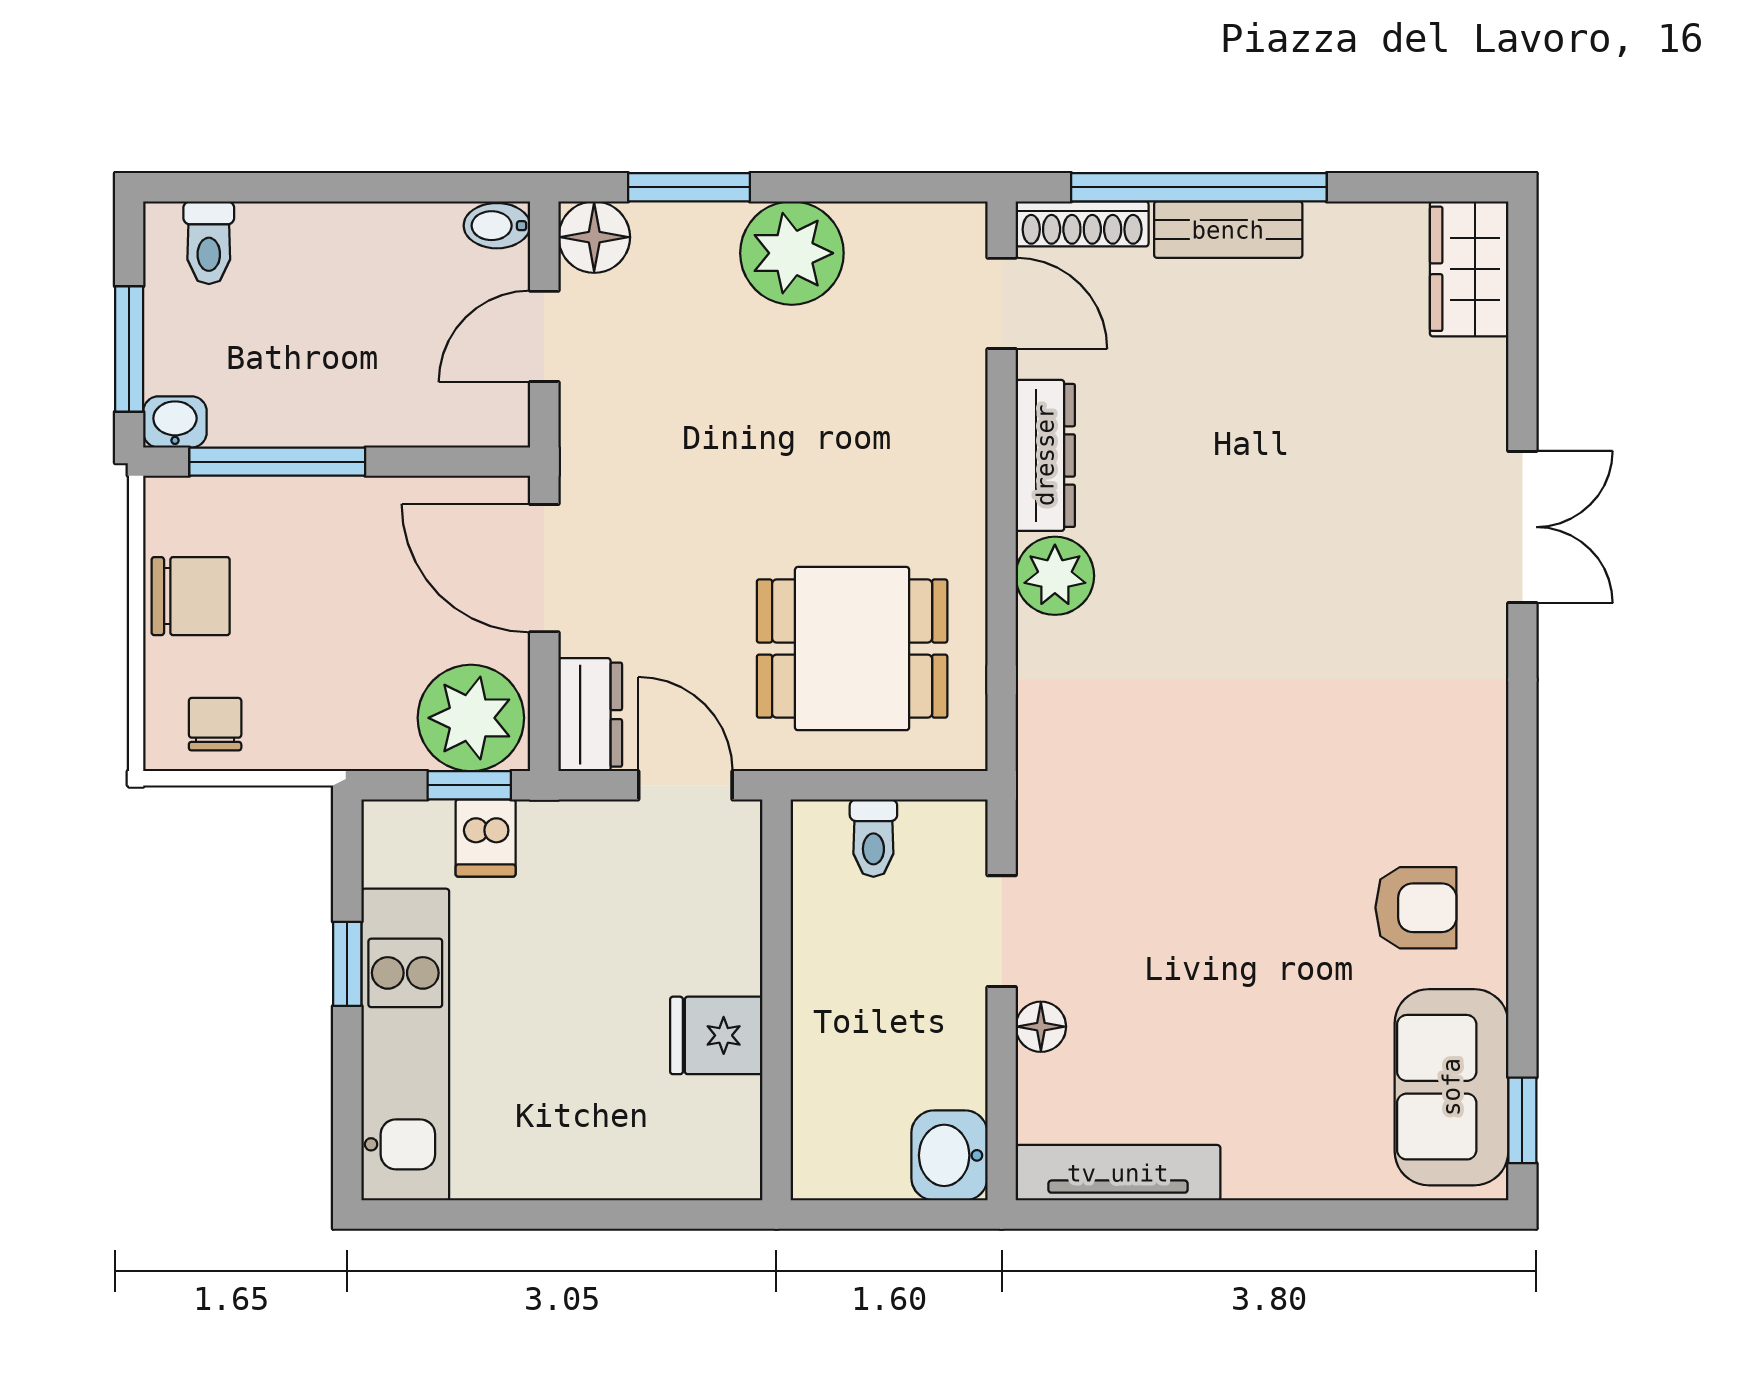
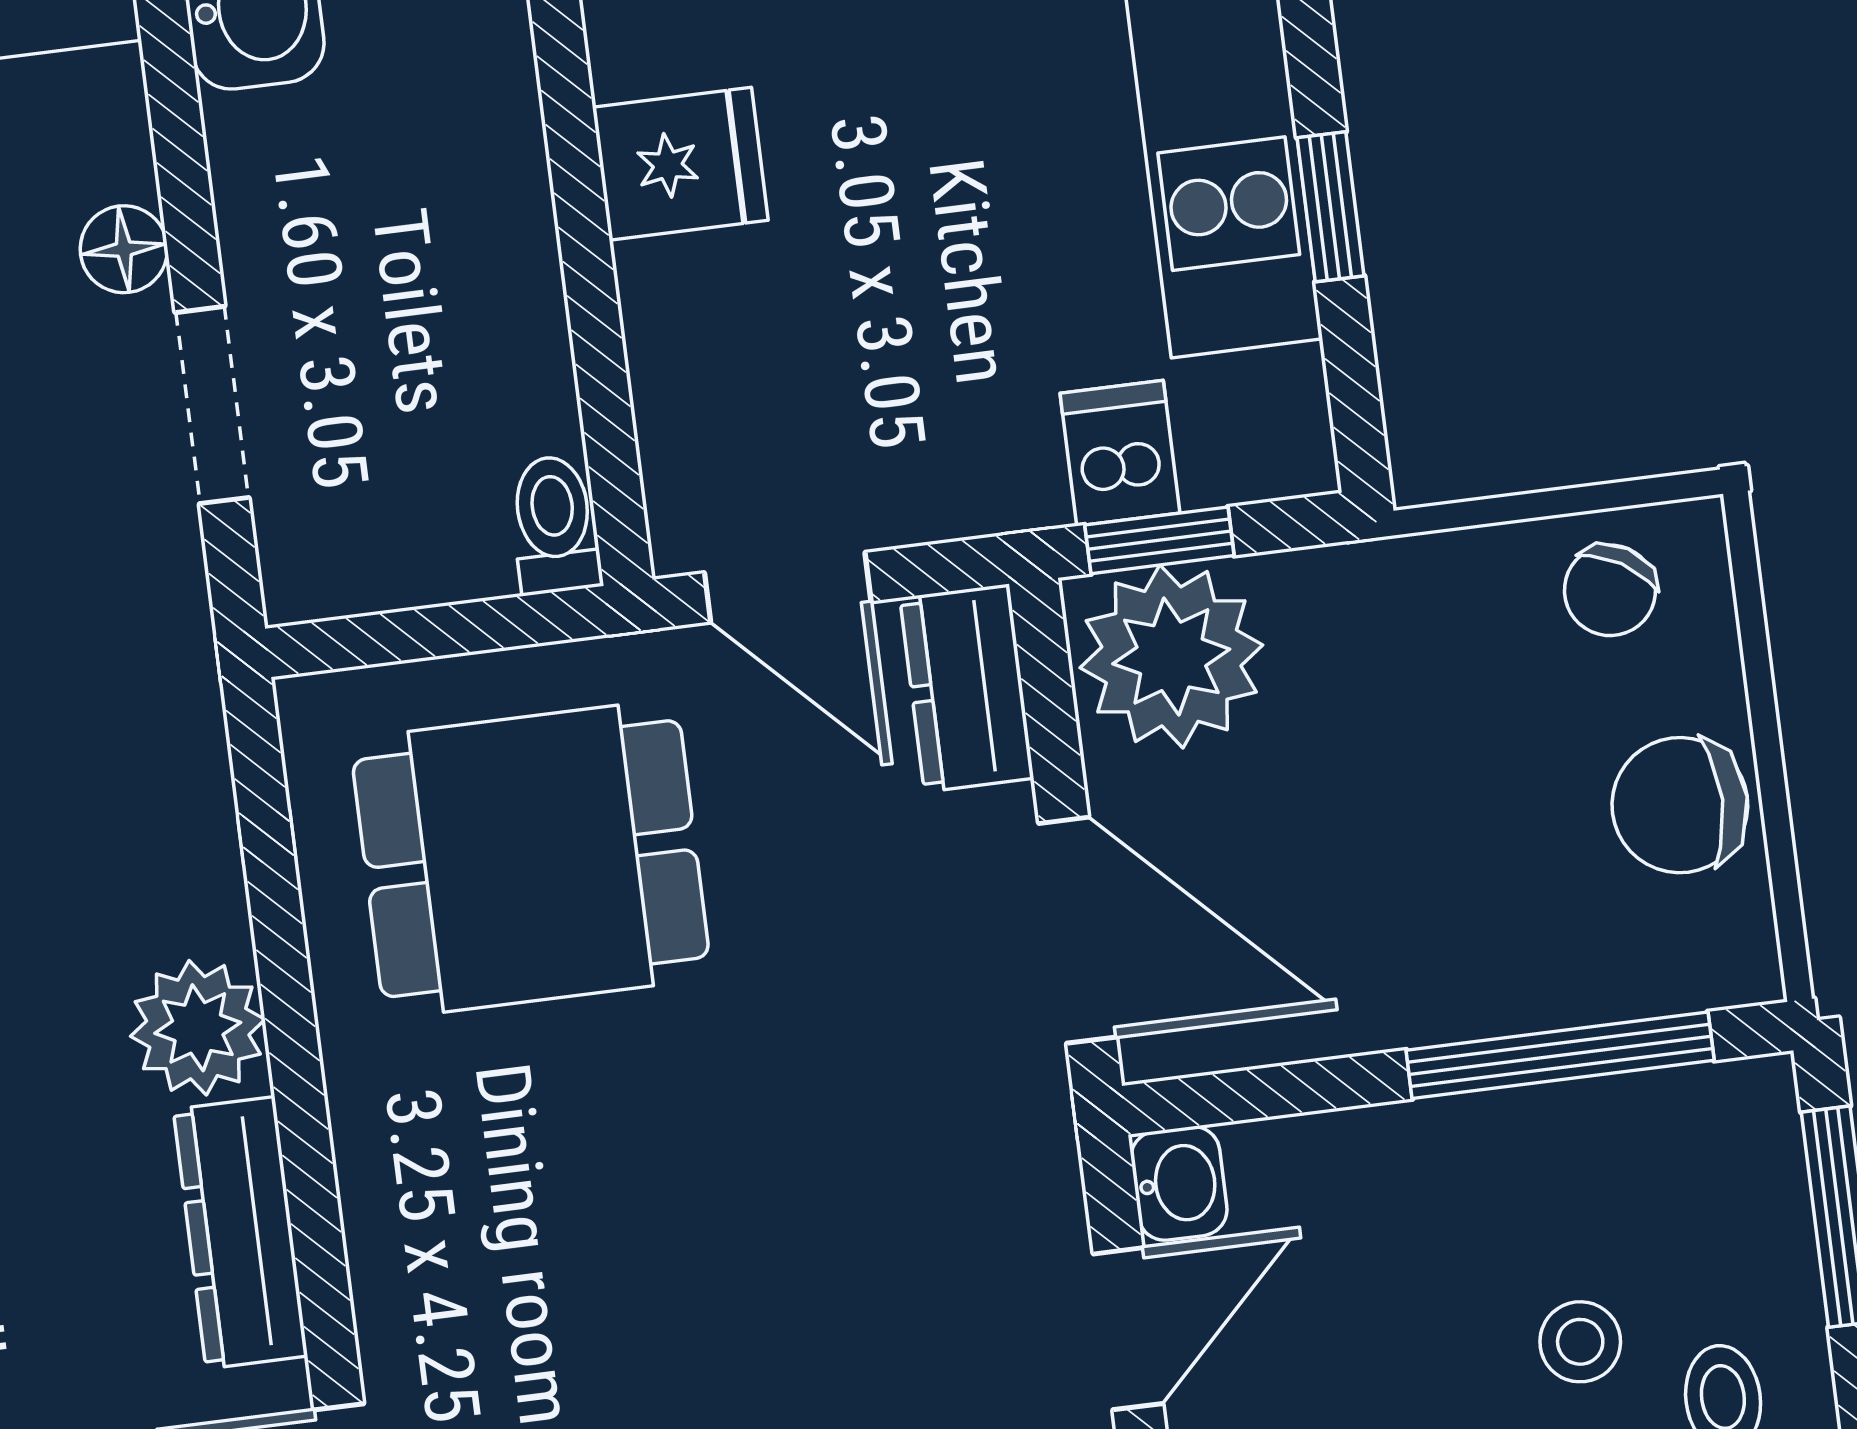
stool: (286, 296) -> (1580, 1342), added
washbasin: (175, 422) -> (1179, 1183), moved, turned -90
chair: (215, 724) -> (1610, 590), turned 31
toilet: (873, 838) -> (554, 524), moved

